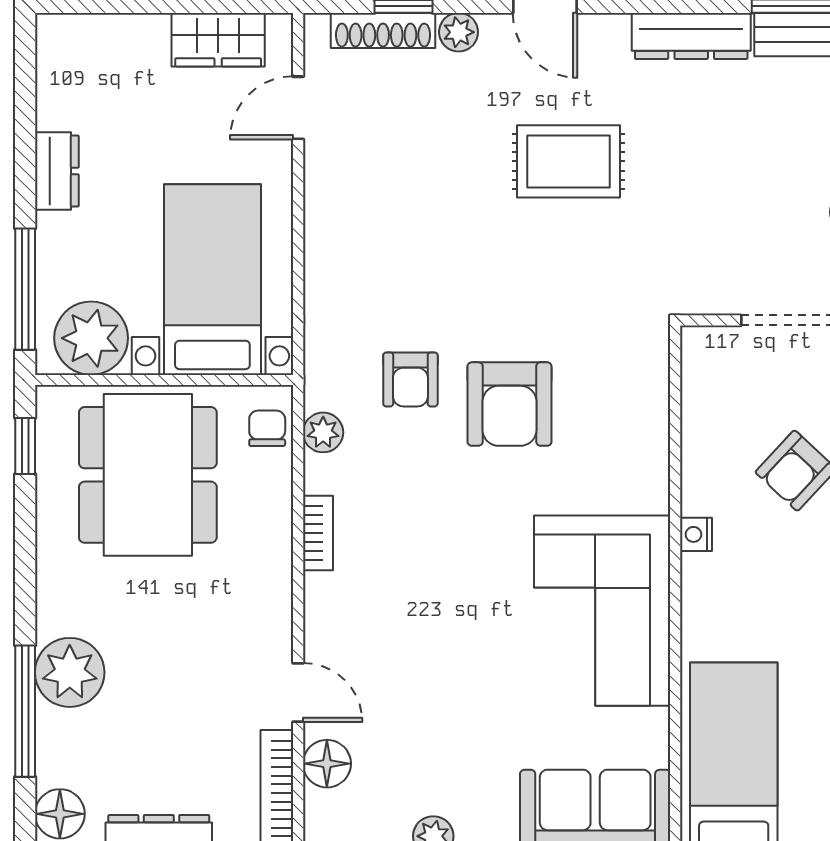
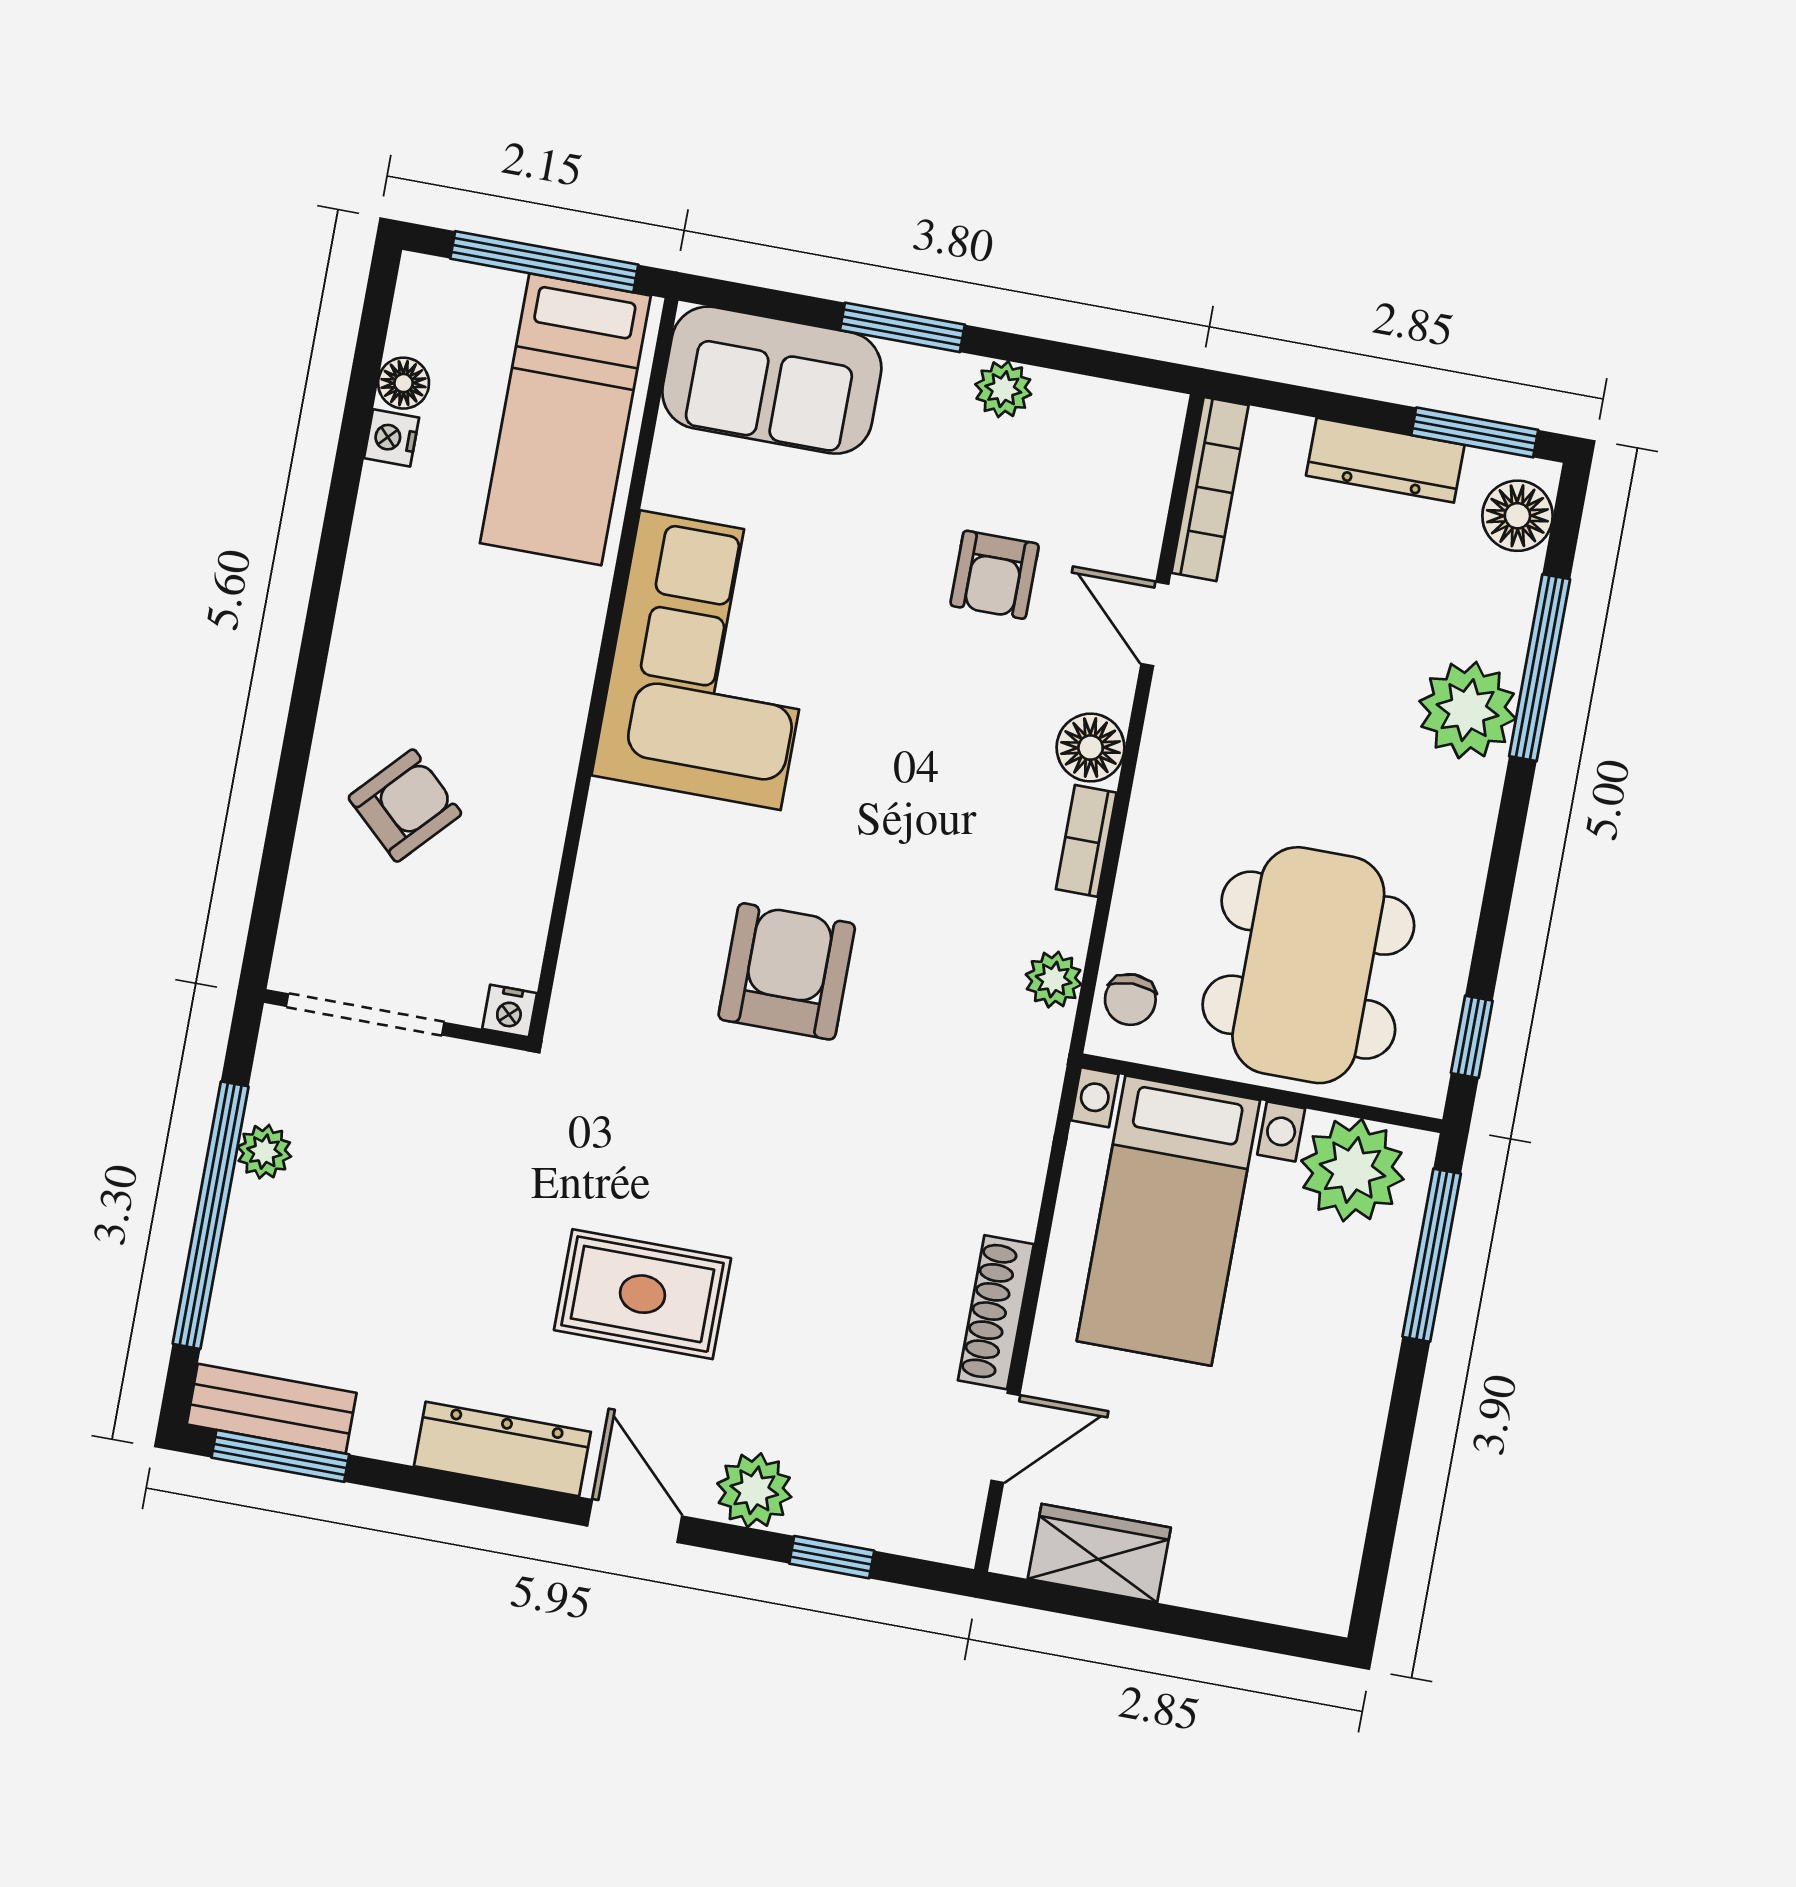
shoe rack: (383, 30) -> (996, 1312), moved, turned -90
plant: (459, 32) -> (754, 1490), width x1.38, depth x1.38
dresser: (691, 36) -> (502, 1449), moved
dresser: (57, 171) -> (1357, 1412), removed
armchair: (410, 379) -> (995, 575), moved, turned 180
nightstand: (696, 534) -> (510, 1011), moved, turned 90
floor lamp: (327, 764) -> (1091, 748), moved

